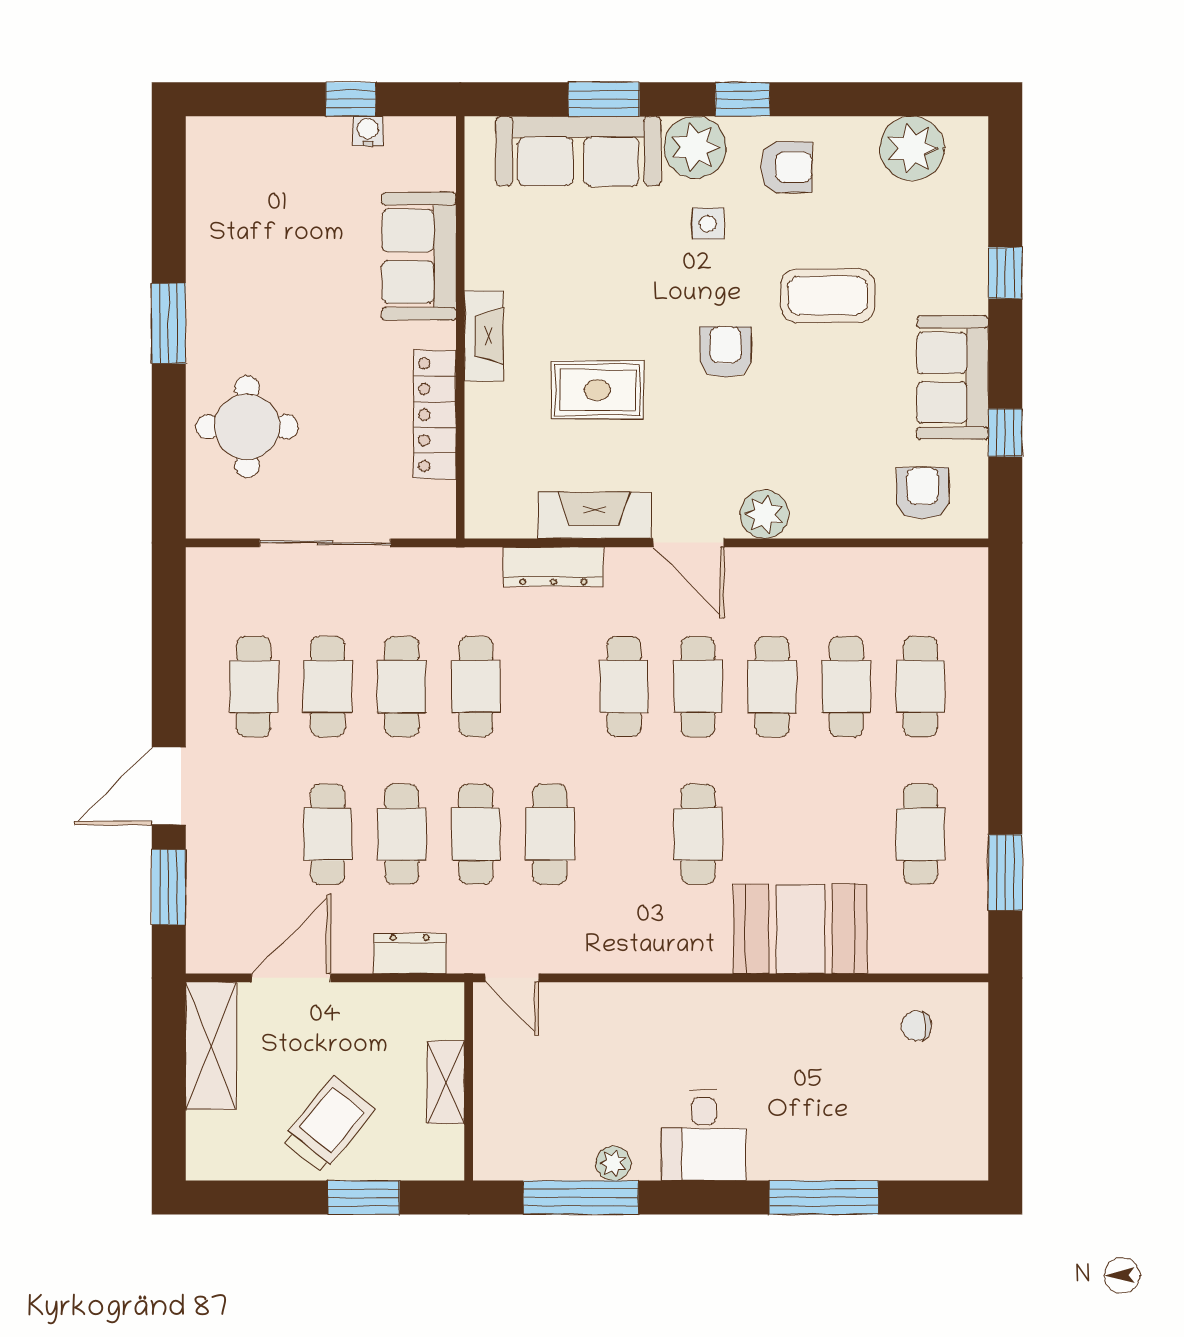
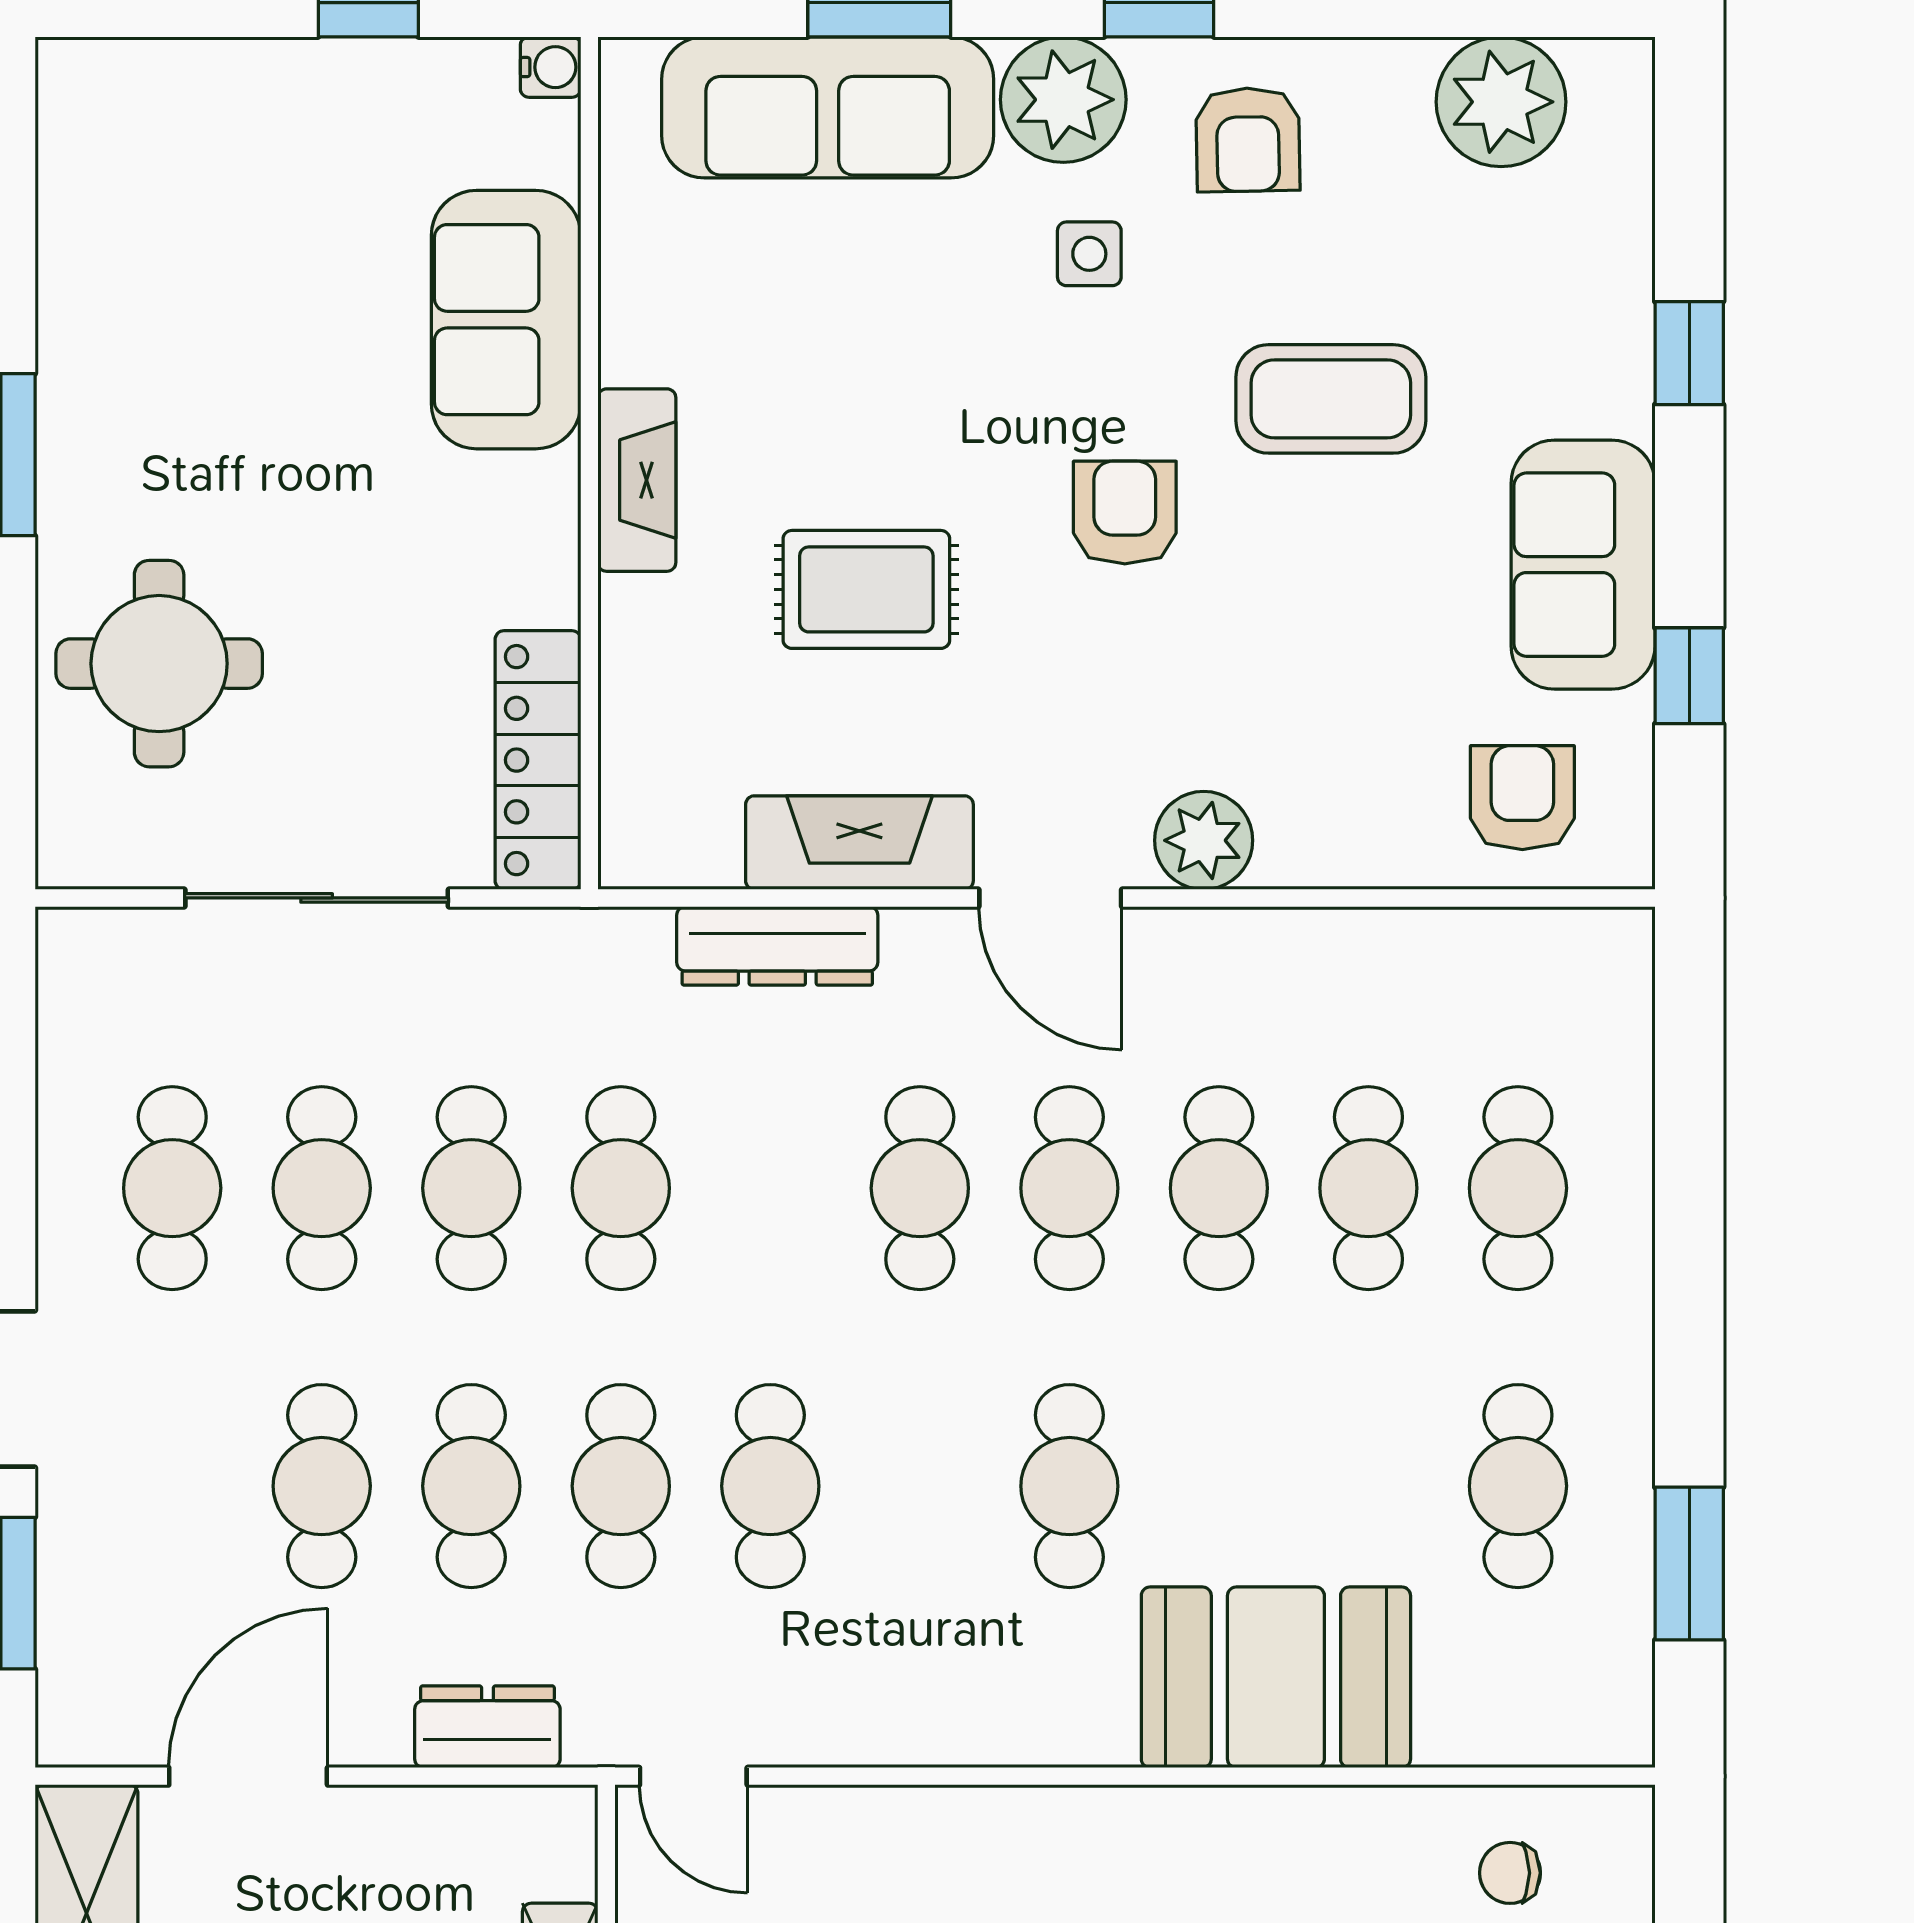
water cooler: (368, 131) -> (551, 67), moved, turned 90
armchair: (787, 167) -> (1248, 140), turned 89
locker: (435, 415) -> (538, 760), moved

